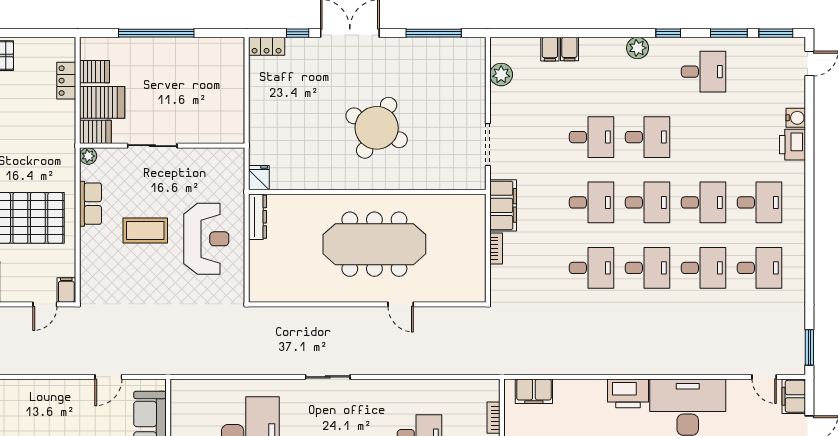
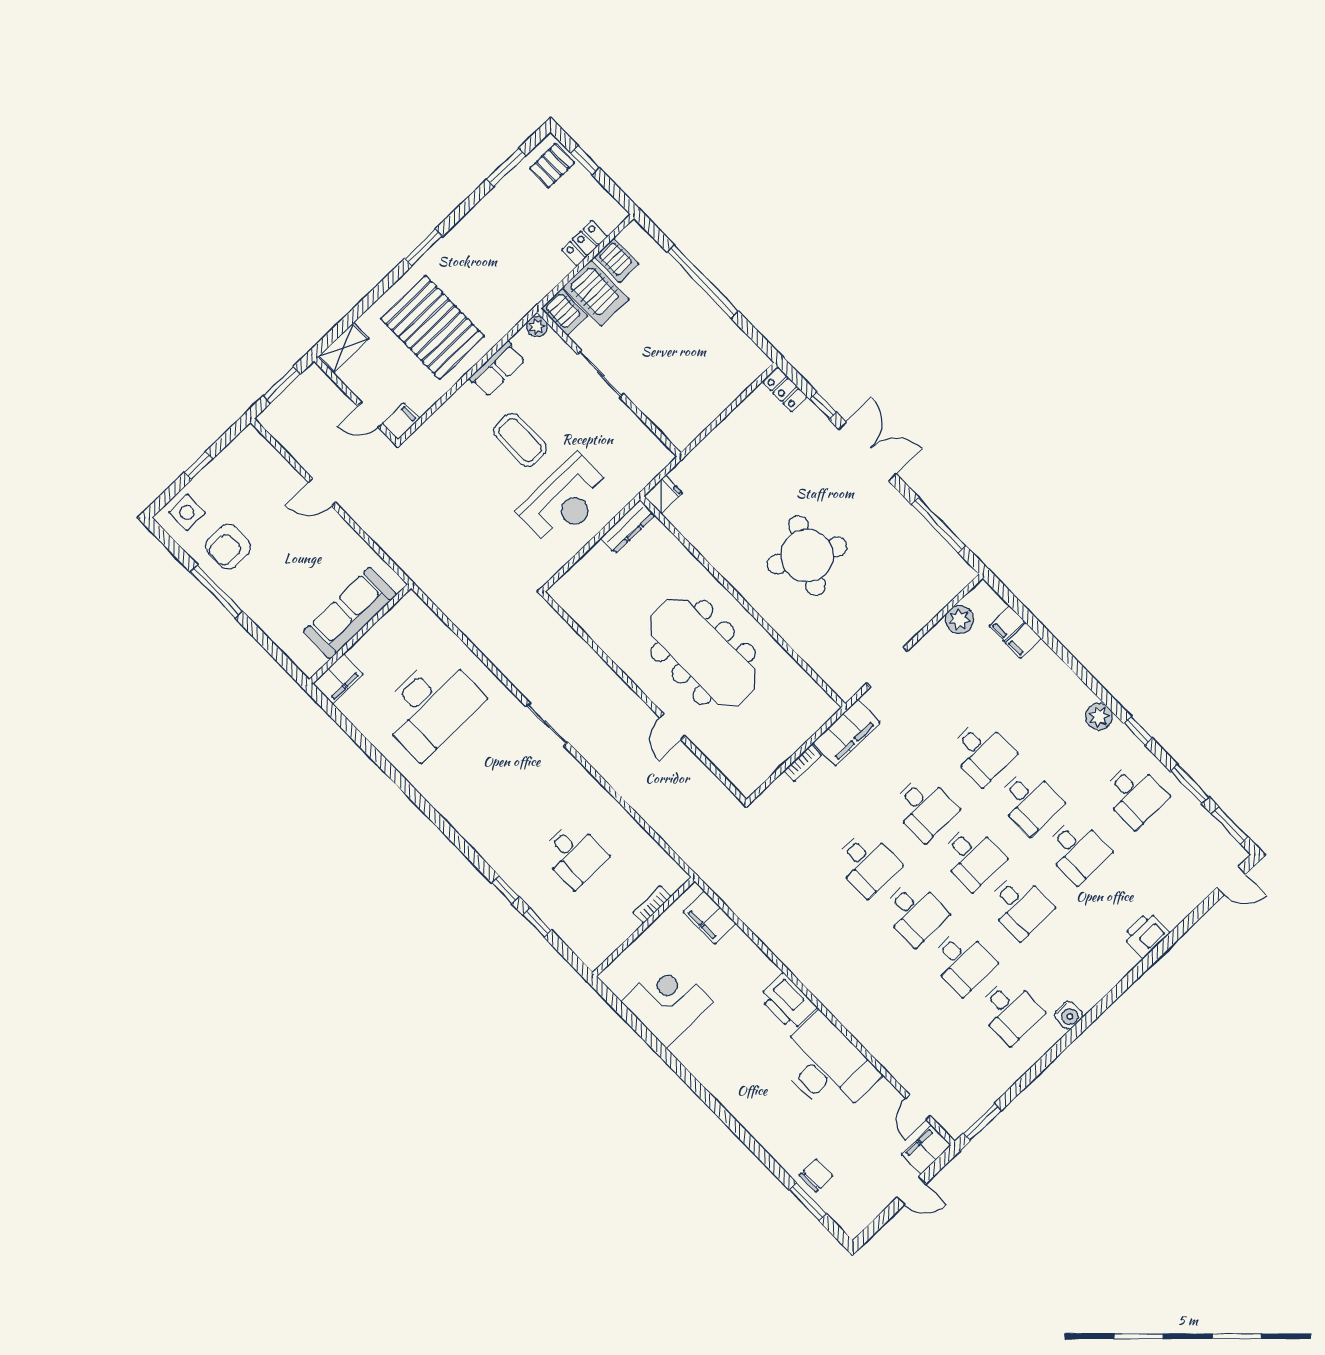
window: (18, 33) -> (585, 160), added
filing cabinet: (569, 49) -> (1007, 623), moved
water cooler: (796, 118) -> (1068, 1015), moved
desk: (760, 202) -> (1077, 850), moved
door: (108, 377) -> (322, 492), moved

